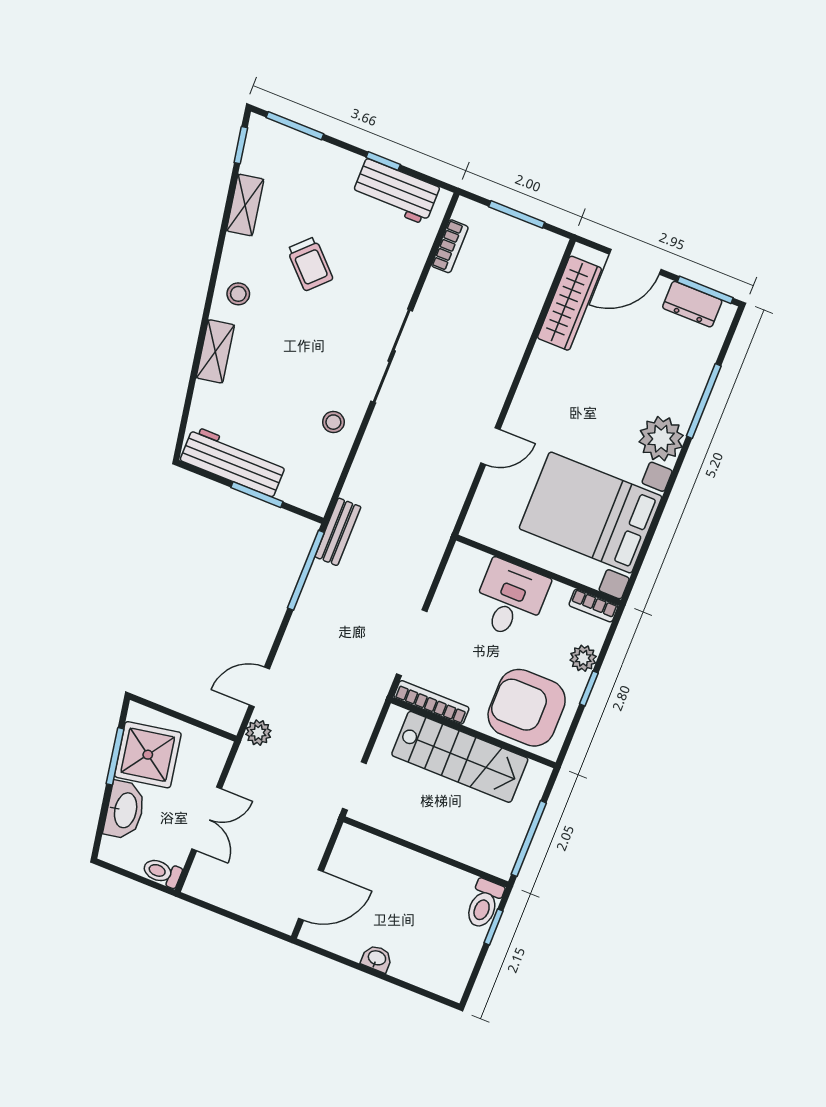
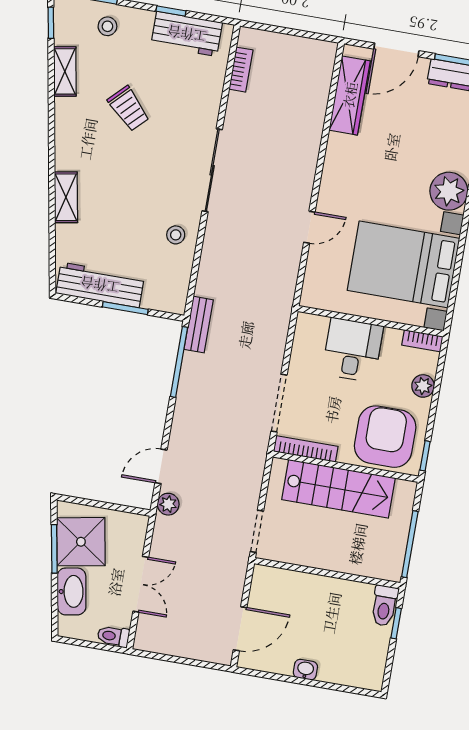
window: (517, 214) -> (290, 32), removed
stool: (238, 294) -> (107, 26), moved
window: (589, 688) -> (425, 456), moved
armchair: (527, 708) -> (385, 437), turned 90

